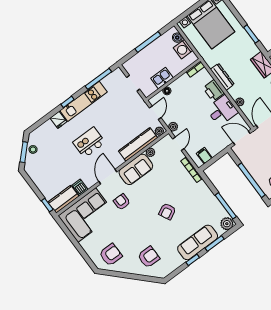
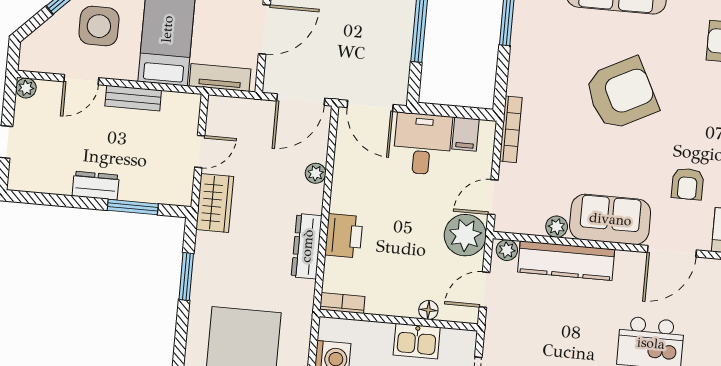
desk: (222, 110) -> (423, 144), moved, turned 90
plant: (173, 127) -> (465, 235), width x1.88, depth x1.88
armchair: (167, 211) -> (621, 94), width x1.88, depth x1.88

